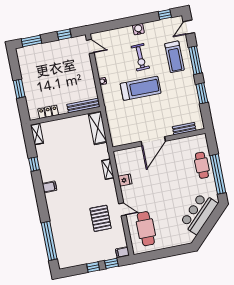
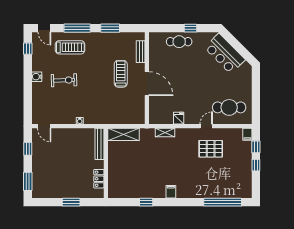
door: (90, 46) -> (44, 126), swing flipped
treadmill: (141, 88) -> (121, 74), moved, width x0.73, depth x0.73
shelving: (37, 134) -> (118, 194), removed
window: (218, 174) -> (191, 28), width x0.32

